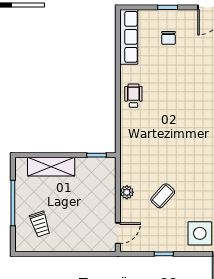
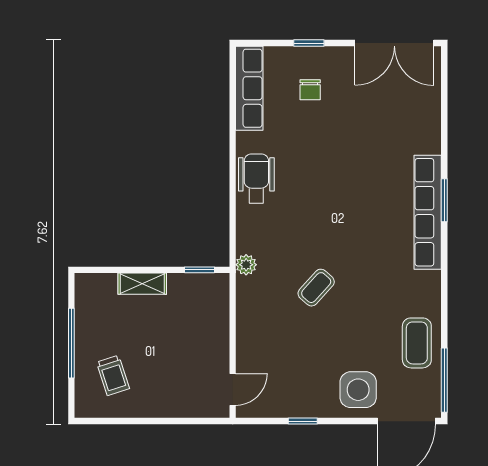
wheelchair: (133, 96) -> (256, 178), width x1.36, depth x1.37
shelving: (51, 167) -> (142, 284), width x0.67, depth x0.75
plant: (127, 192) -> (246, 265), moved
coffee table: (163, 196) -> (316, 288), moved

